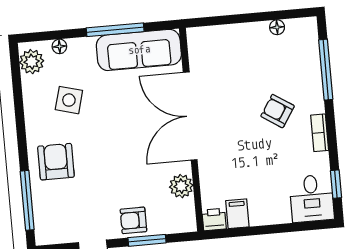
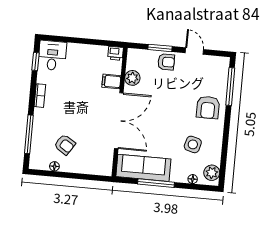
armchair: (278, 111) -> (65, 145), moved
filing cabinet: (237, 214) -> (111, 81), moved, turned 90

